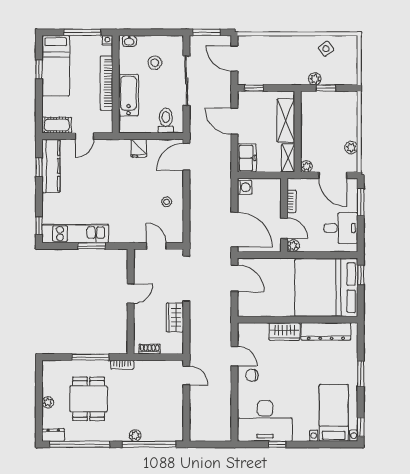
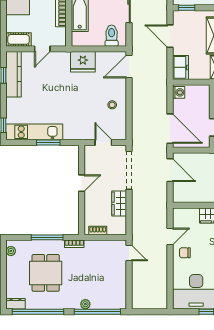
fridge: (139, 148) -> (83, 62), width x1.88, depth x1.34
door: (234, 356) -> (170, 236), hinge flipped
plant: (48, 402) -> (11, 251), moved

